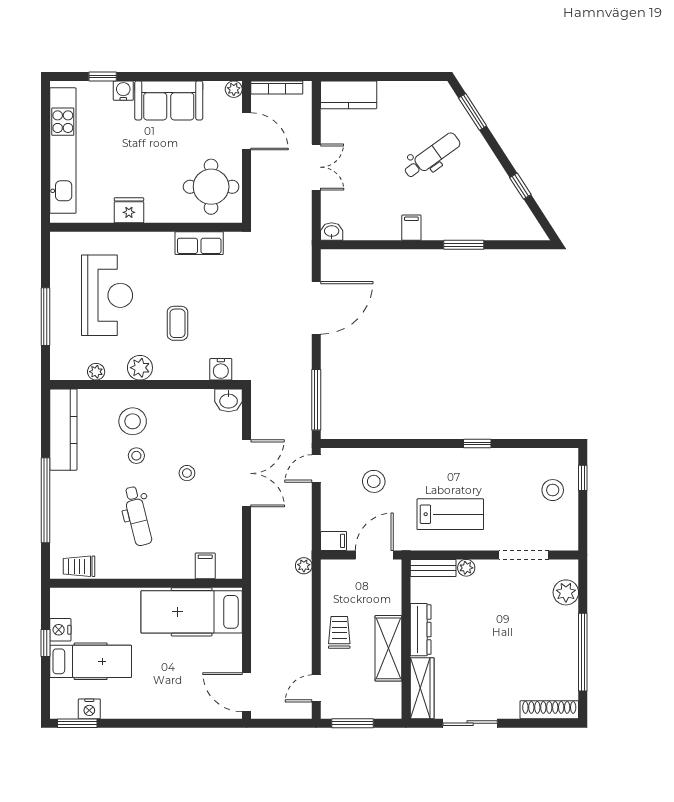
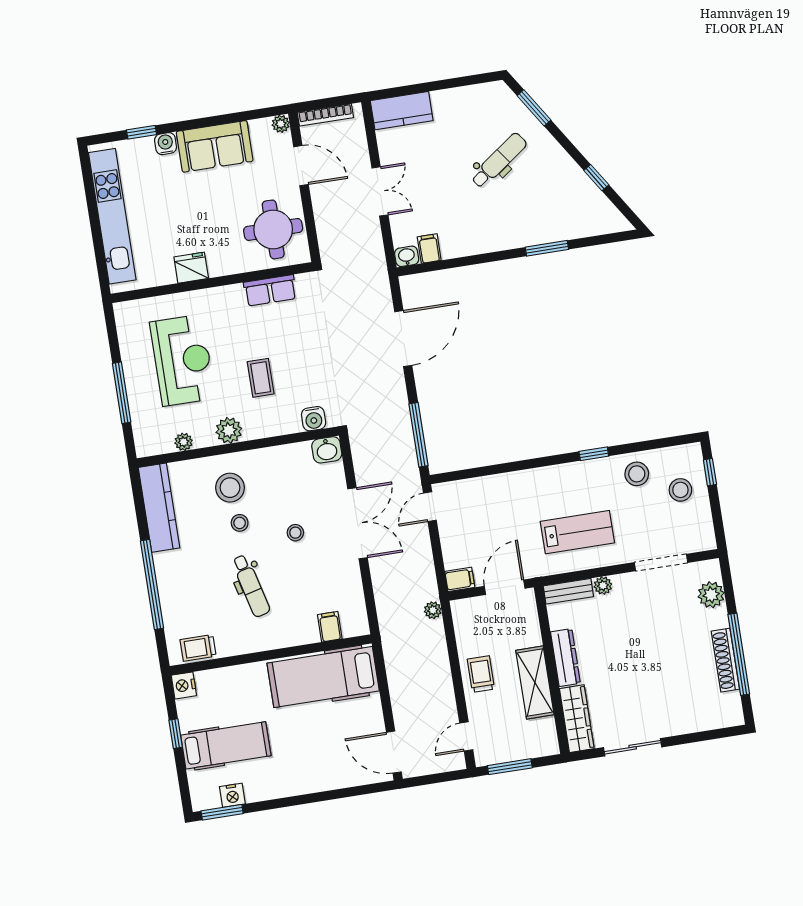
filing cabinet: (411, 228) -> (429, 249), moved
stool: (374, 481) -> (637, 474), moved
nightstand: (60, 630) -> (184, 685), moved
shoe rack: (549, 710) -> (725, 660), moved, turned -90

